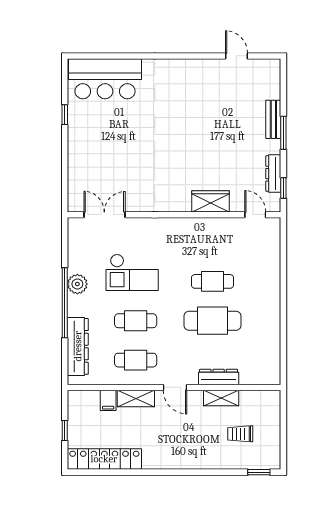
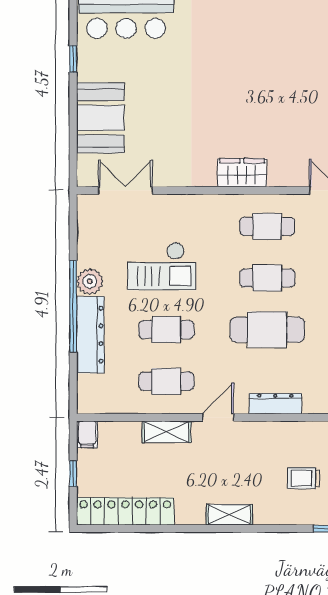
booth: (85, 159) -> (100, 118), added
wardrobe: (211, 201) -> (242, 173), moved
cafe table: (212, 242) -> (267, 226), added
dresser: (78, 346) -> (90, 335), moved
door: (175, 387) -> (218, 417), swing flipped
shelving: (221, 398) -> (229, 515), moved
filing cabinet: (108, 400) -> (87, 434), moved

